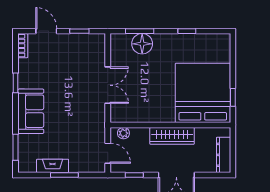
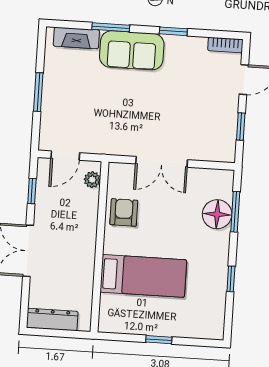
bed: (203, 93) -> (143, 276), width x0.49
window: (233, 97) -> (159, 340), moved
armchair: (145, 109) -> (124, 212), added
wardrobe: (172, 136) -> (84, 248), removed
window: (16, 147) -> (111, 27), moved
fireplace: (53, 166) -> (76, 38), moved, turned 90

